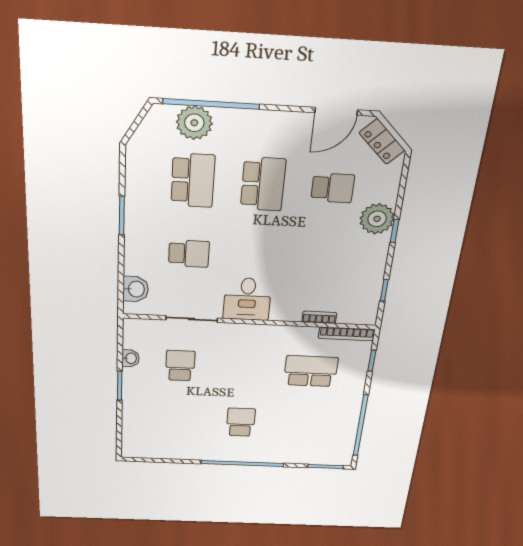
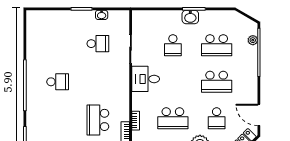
plant: (194, 123) -> (253, 40), width x0.53, depth x0.53
school desk: (323, 260) -> (173, 118), added
washbasin: (136, 289) -> (190, 17), moved
school desk: (311, 371) -> (98, 120), turned 180

